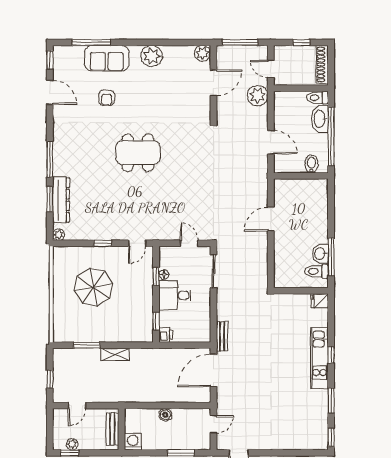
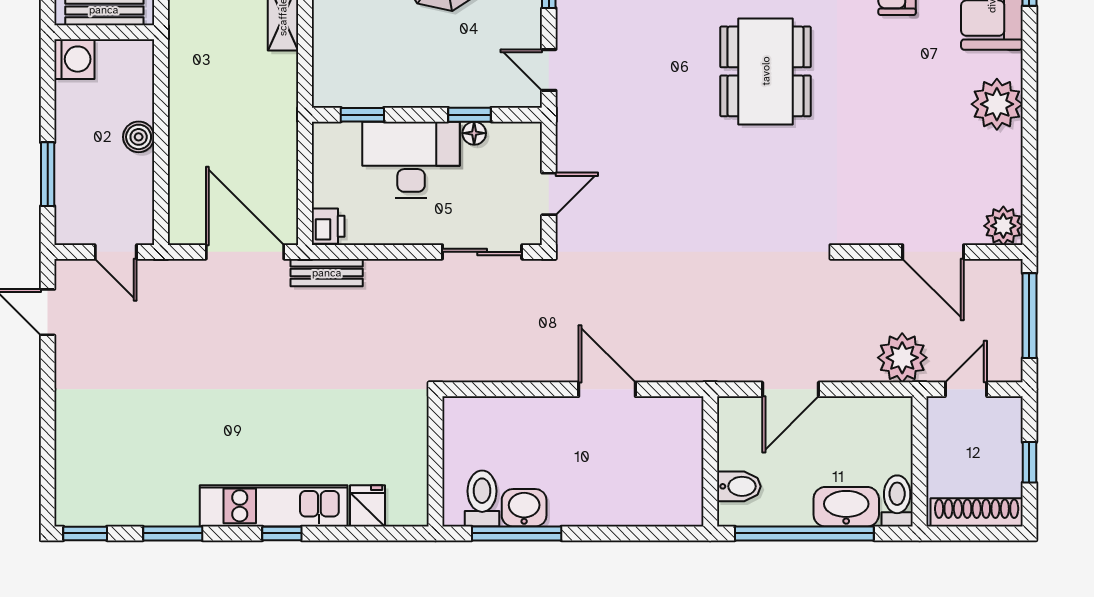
desk: (175, 295) -> (411, 160), width x1.37
fridge: (320, 301) -> (368, 506), moved
printer: (166, 335) -> (328, 226), moved, turned -90

